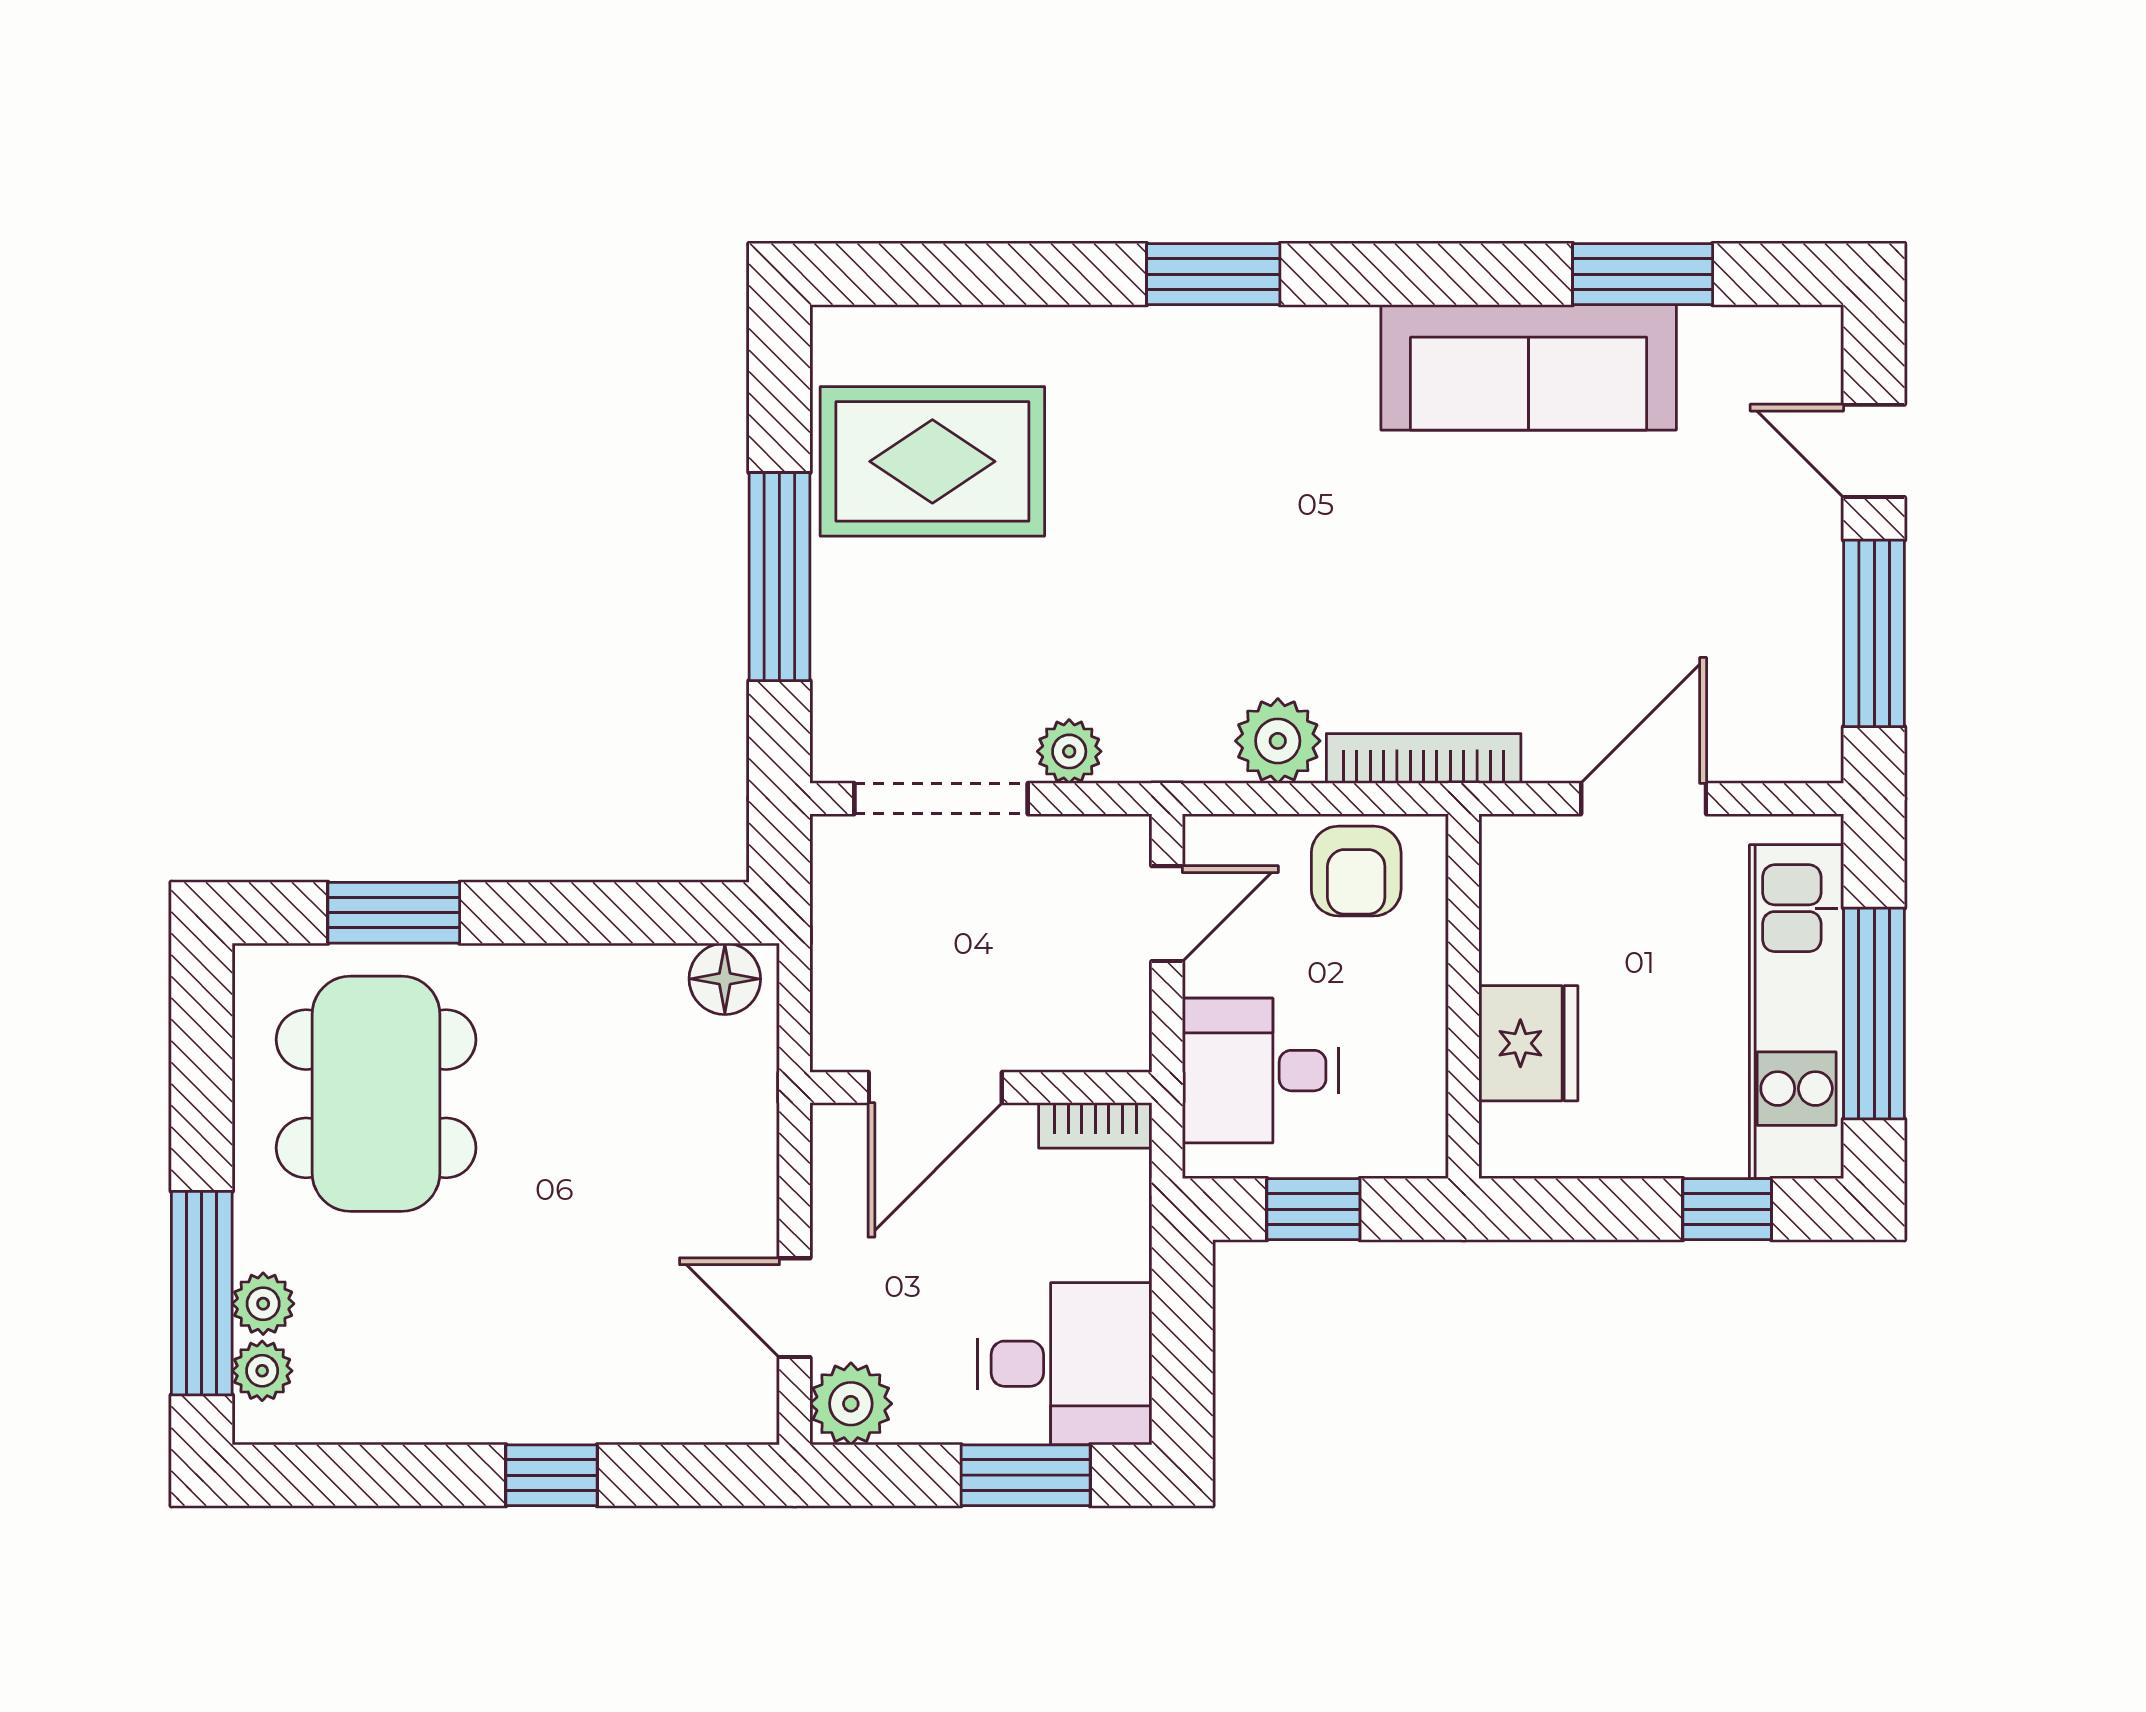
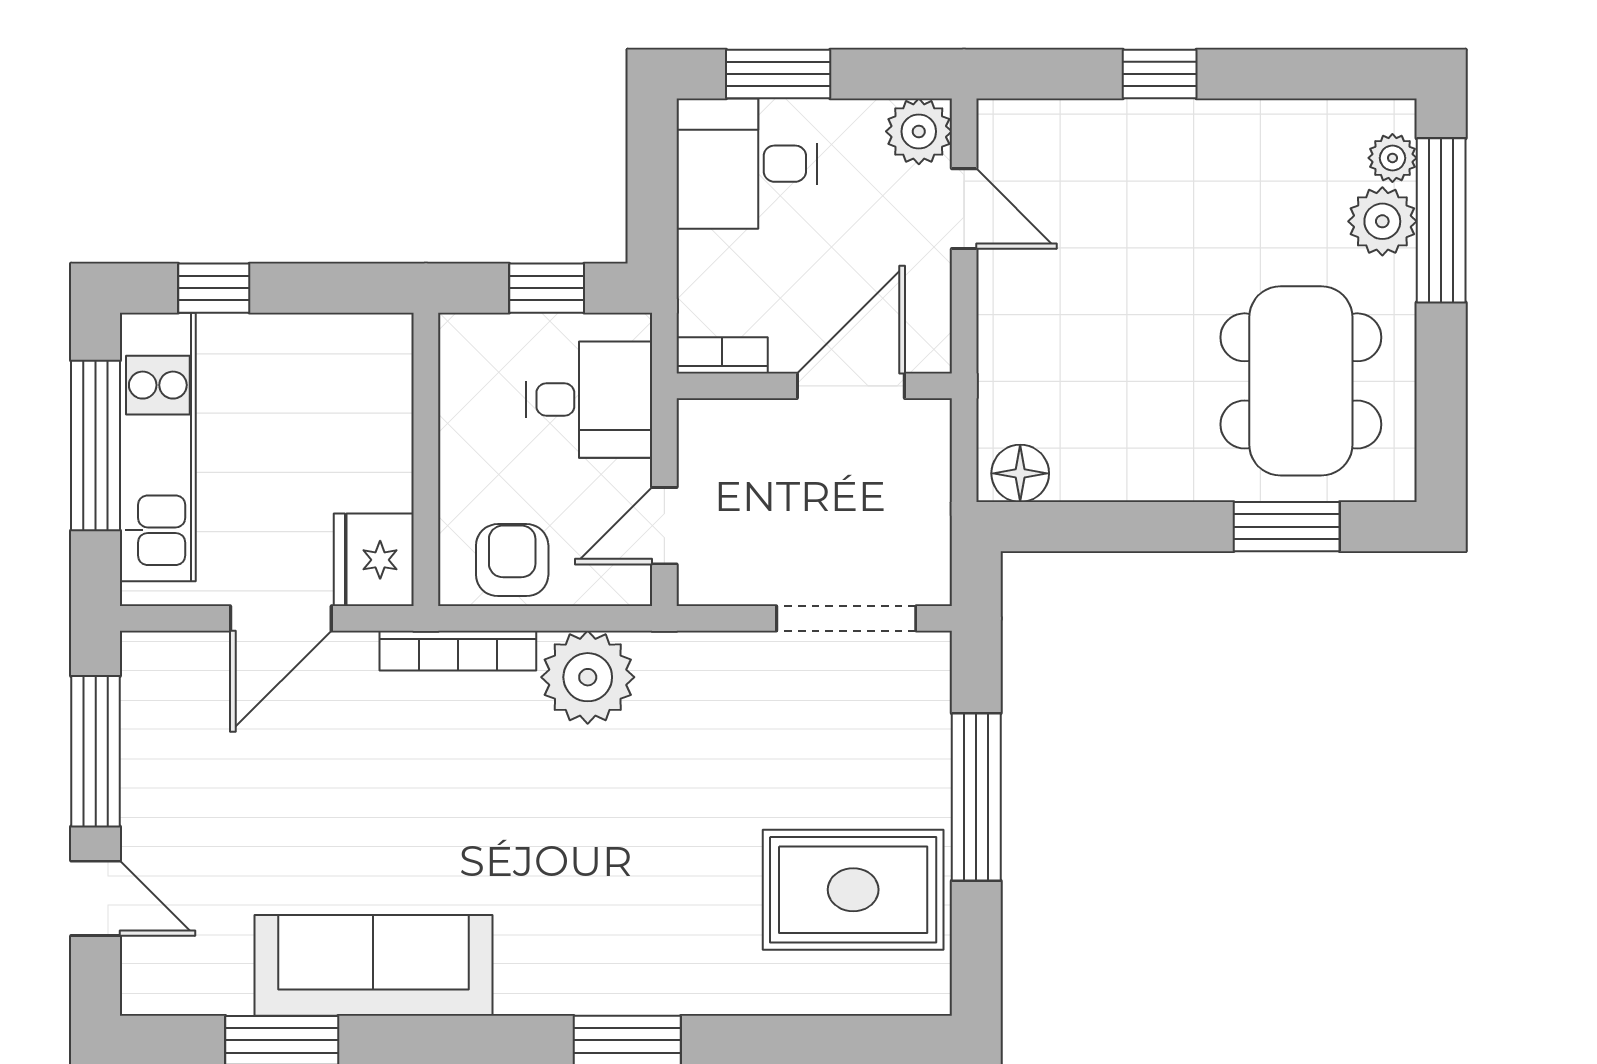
plant: (1278, 741) -> (588, 677), width x1.36, depth x1.36
plant: (1069, 751) -> (743, 656), removed
fridge: (1528, 1043) -> (374, 560), moved
plant: (263, 1304) -> (1382, 221), width x1.38, depth x1.38

